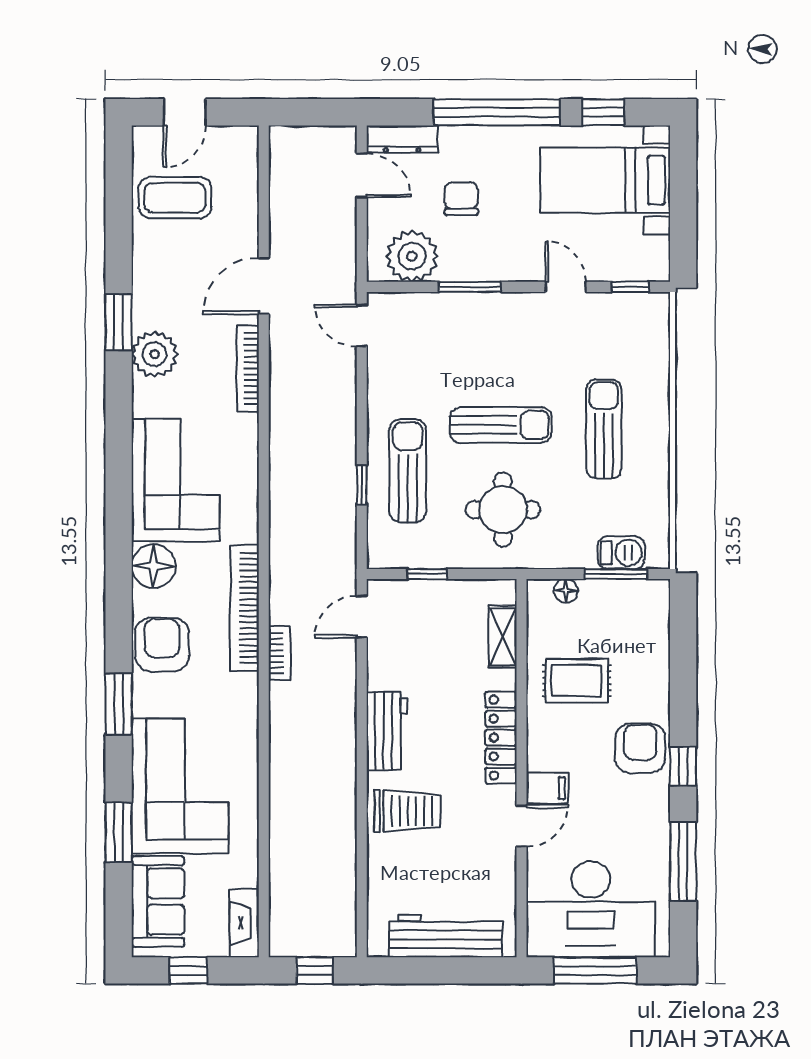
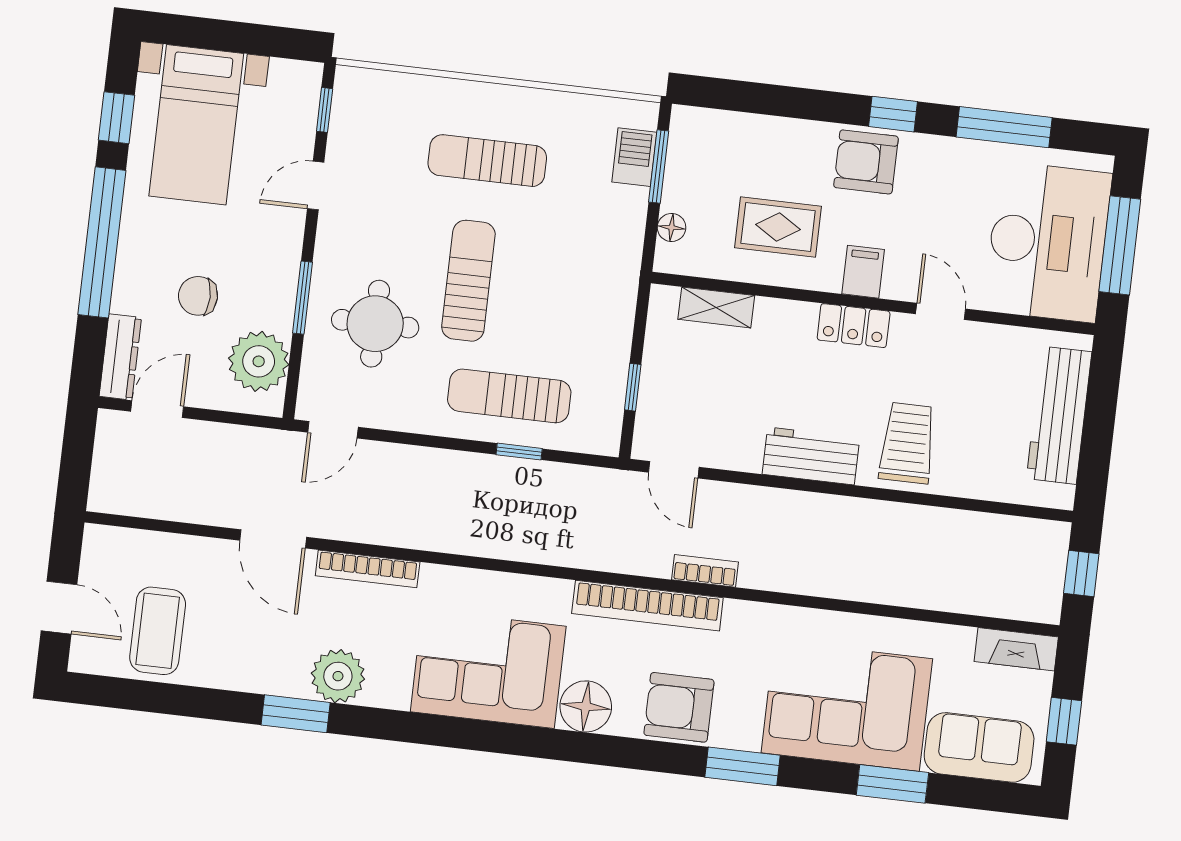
round table: (503, 510) -> (375, 324), moved
rug: (577, 681) -> (778, 227), turned 90
locker: (501, 738) -> (854, 326), width x0.66
filing cabinet: (547, 788) -> (863, 272), moved

